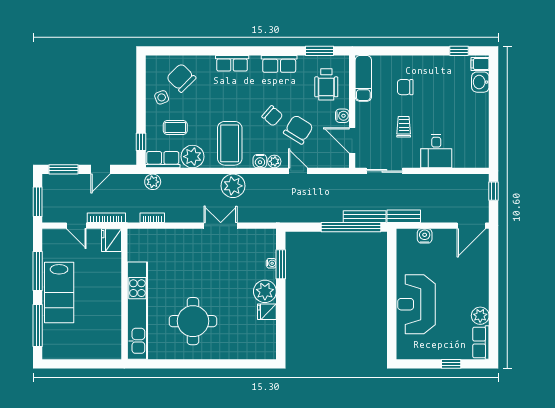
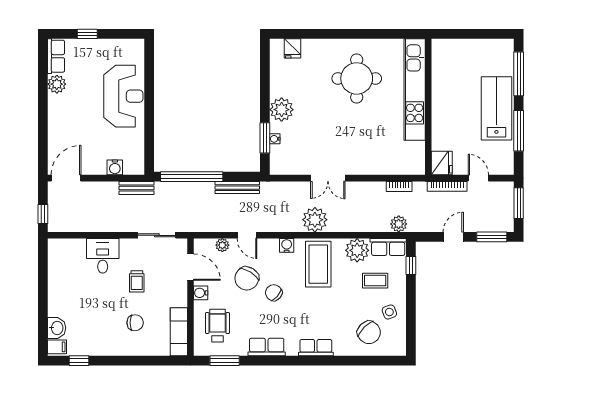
plant: (274, 161) -> (222, 245), moved
bench: (365, 217) -> (237, 188), moved
fridge: (267, 312) -> (293, 48), moved, turned 90

